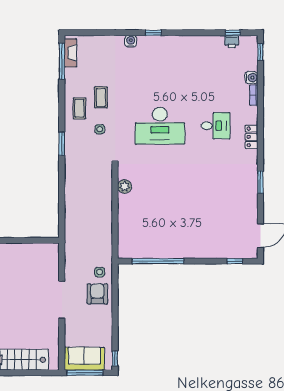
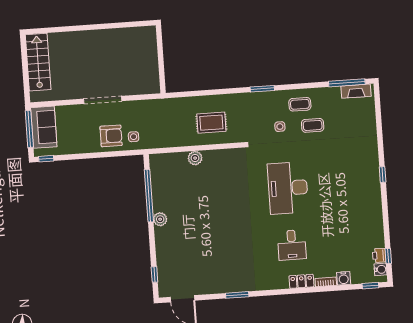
water cooler: (131, 41) -> (381, 269), moved
locker: (252, 137) -> (301, 281), moved
plant: (125, 187) -> (195, 158), moved
rug: (91, 195) -> (211, 123), added
plant: (182, 252) -> (160, 219), added

